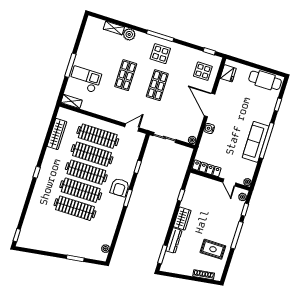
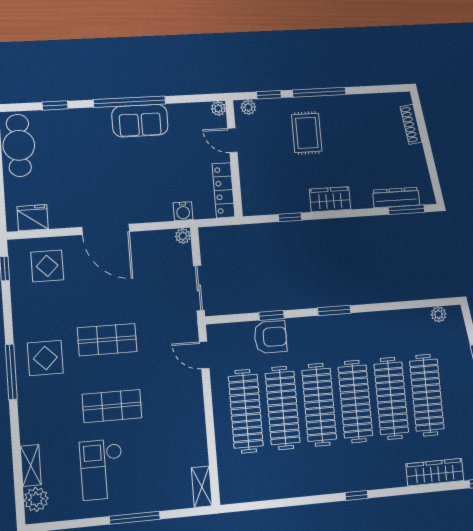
plant: (129, 34) -> (36, 499), moved
checkout: (85, 79) -> (102, 469), moved
door: (210, 105) -> (106, 229), hinge flipped
water cooler: (209, 128) -> (183, 211), moved
wardrobe: (57, 134) -> (435, 472), moved
sofa: (256, 142) -> (140, 121), width x0.73
door: (229, 183) -> (232, 140), swing flipped
armchair: (120, 187) -> (270, 337), moved
clothes rail: (69, 226) -> (427, 395), added
dresser: (174, 241) -> (396, 197), moved
rug: (213, 249) -> (307, 133), moved

